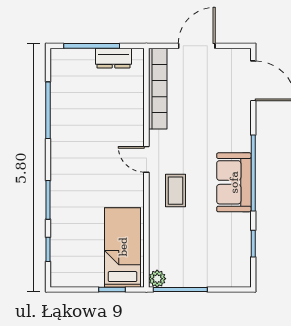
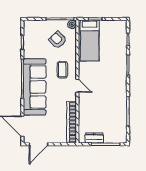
door: (197, 46) -> (38, 144), moved
sofa: (234, 182) -> (35, 87), width x1.85, depth x1.27
armchair: (184, 249) -> (58, 40), added

